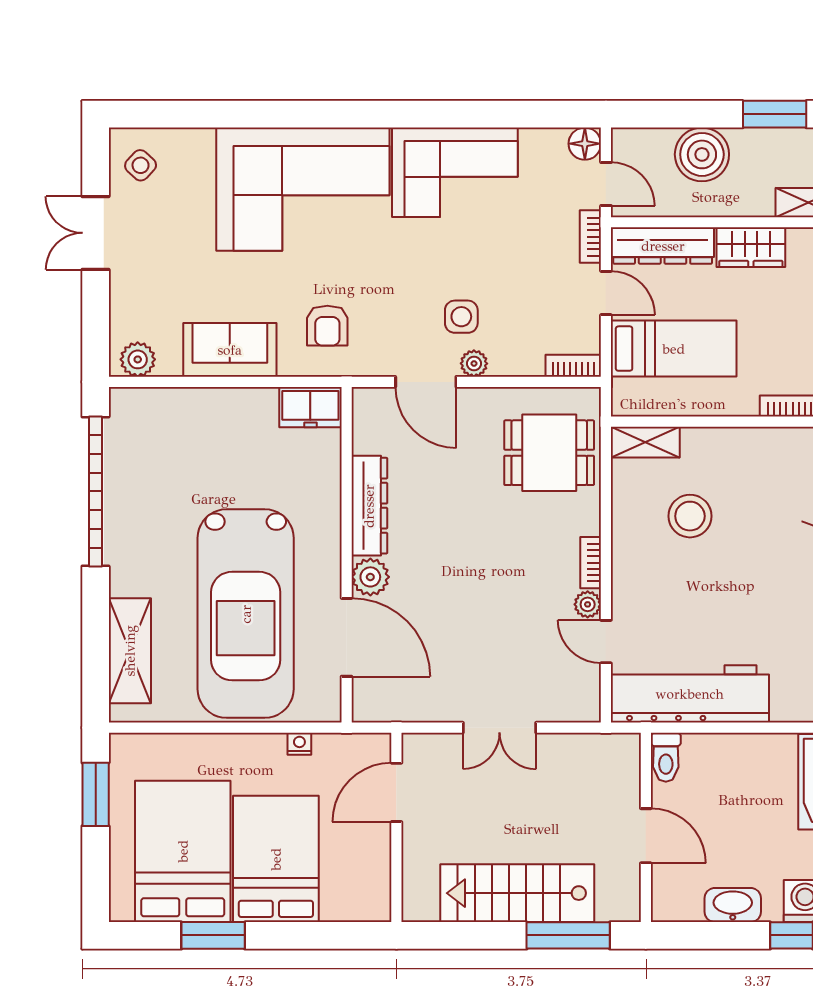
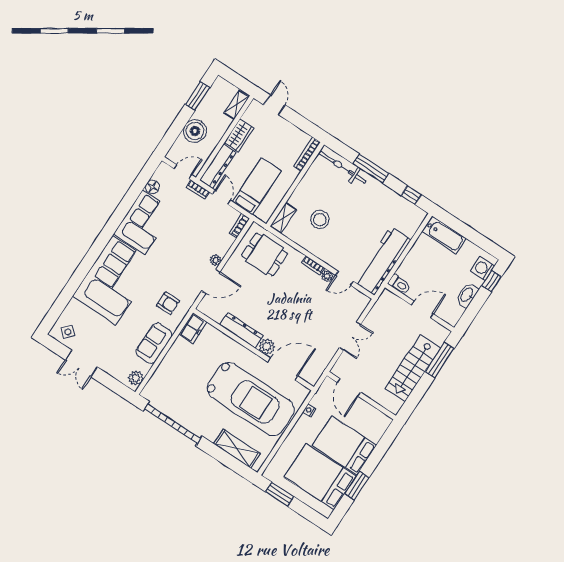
floor lamp: (585, 144) -> (153, 187), moved
door: (606, 293) -> (221, 197), hinge flipped
side table: (461, 317) -> (196, 254), removed
dining table: (549, 453) -> (265, 254), turned 90

